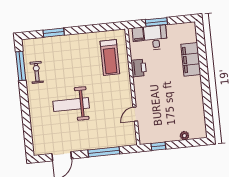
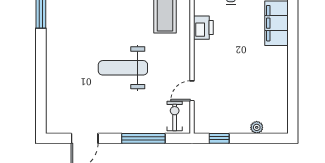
exercise bike: (37, 72) -> (175, 116), moved
weight bench: (71, 105) -> (123, 68), moved

